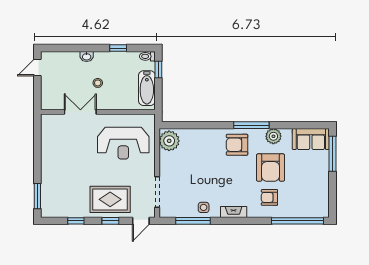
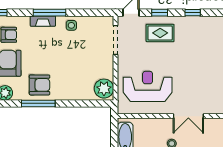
window: (251, 125) -> (38, 103), moved
rug: (110, 199) -> (160, 33), width x0.73, depth x0.70
window: (193, 221) -> (50, 13), moved

